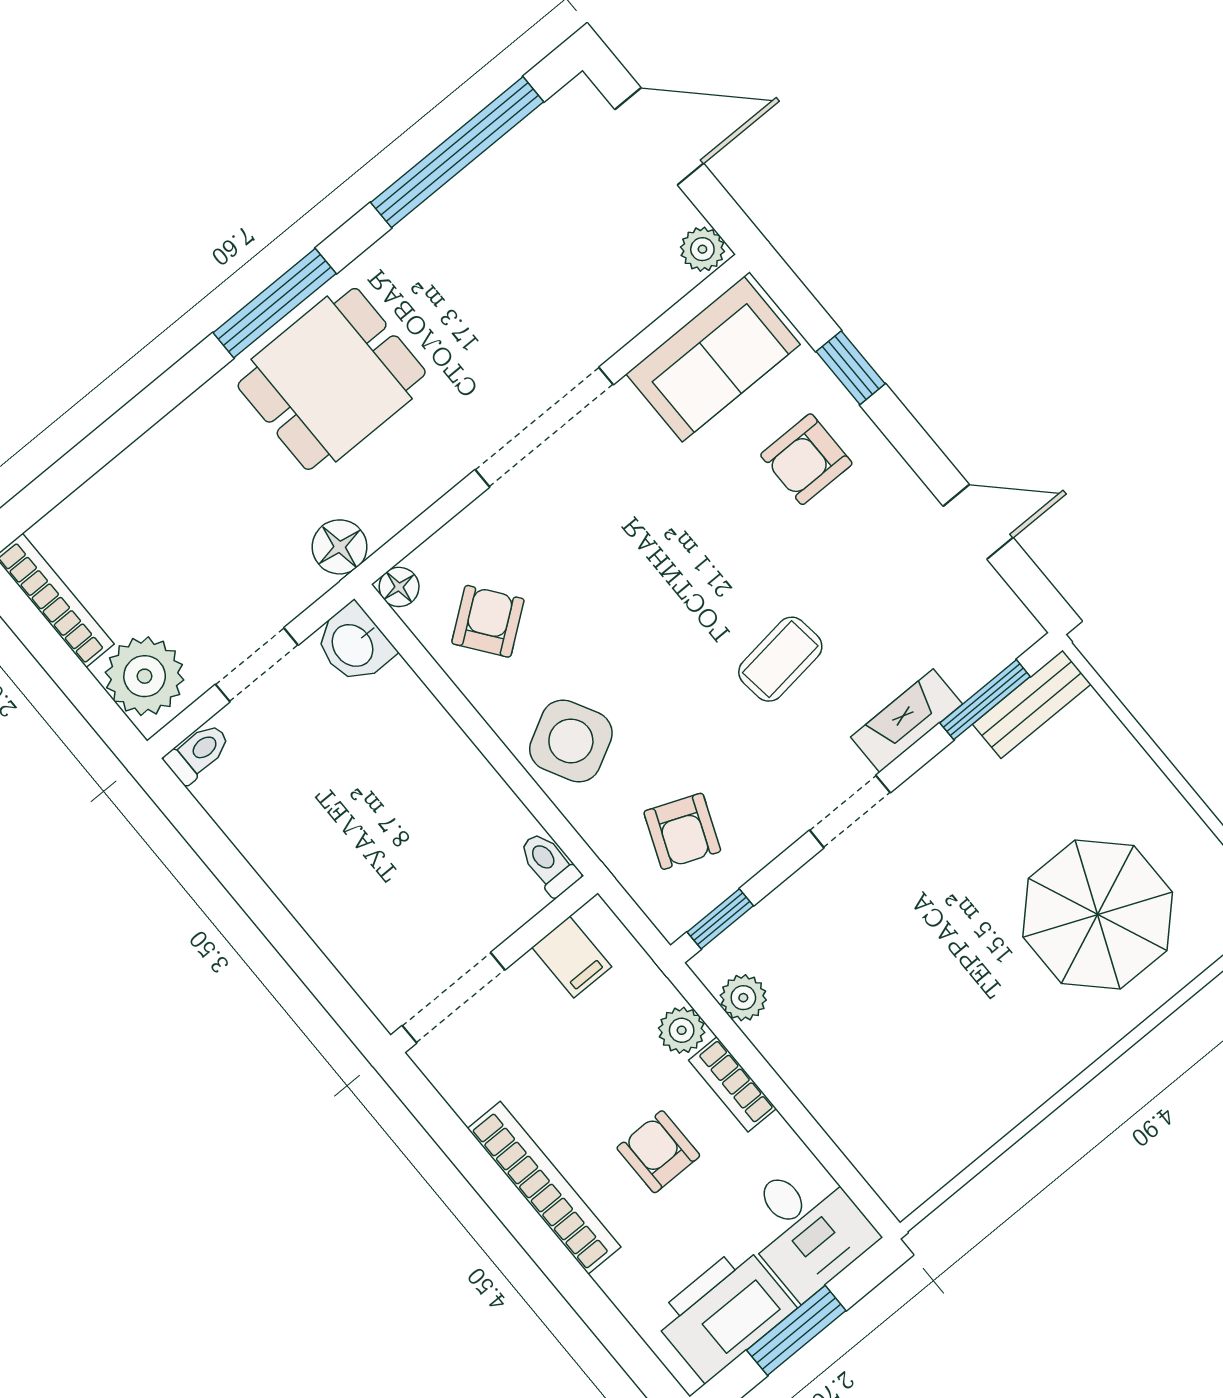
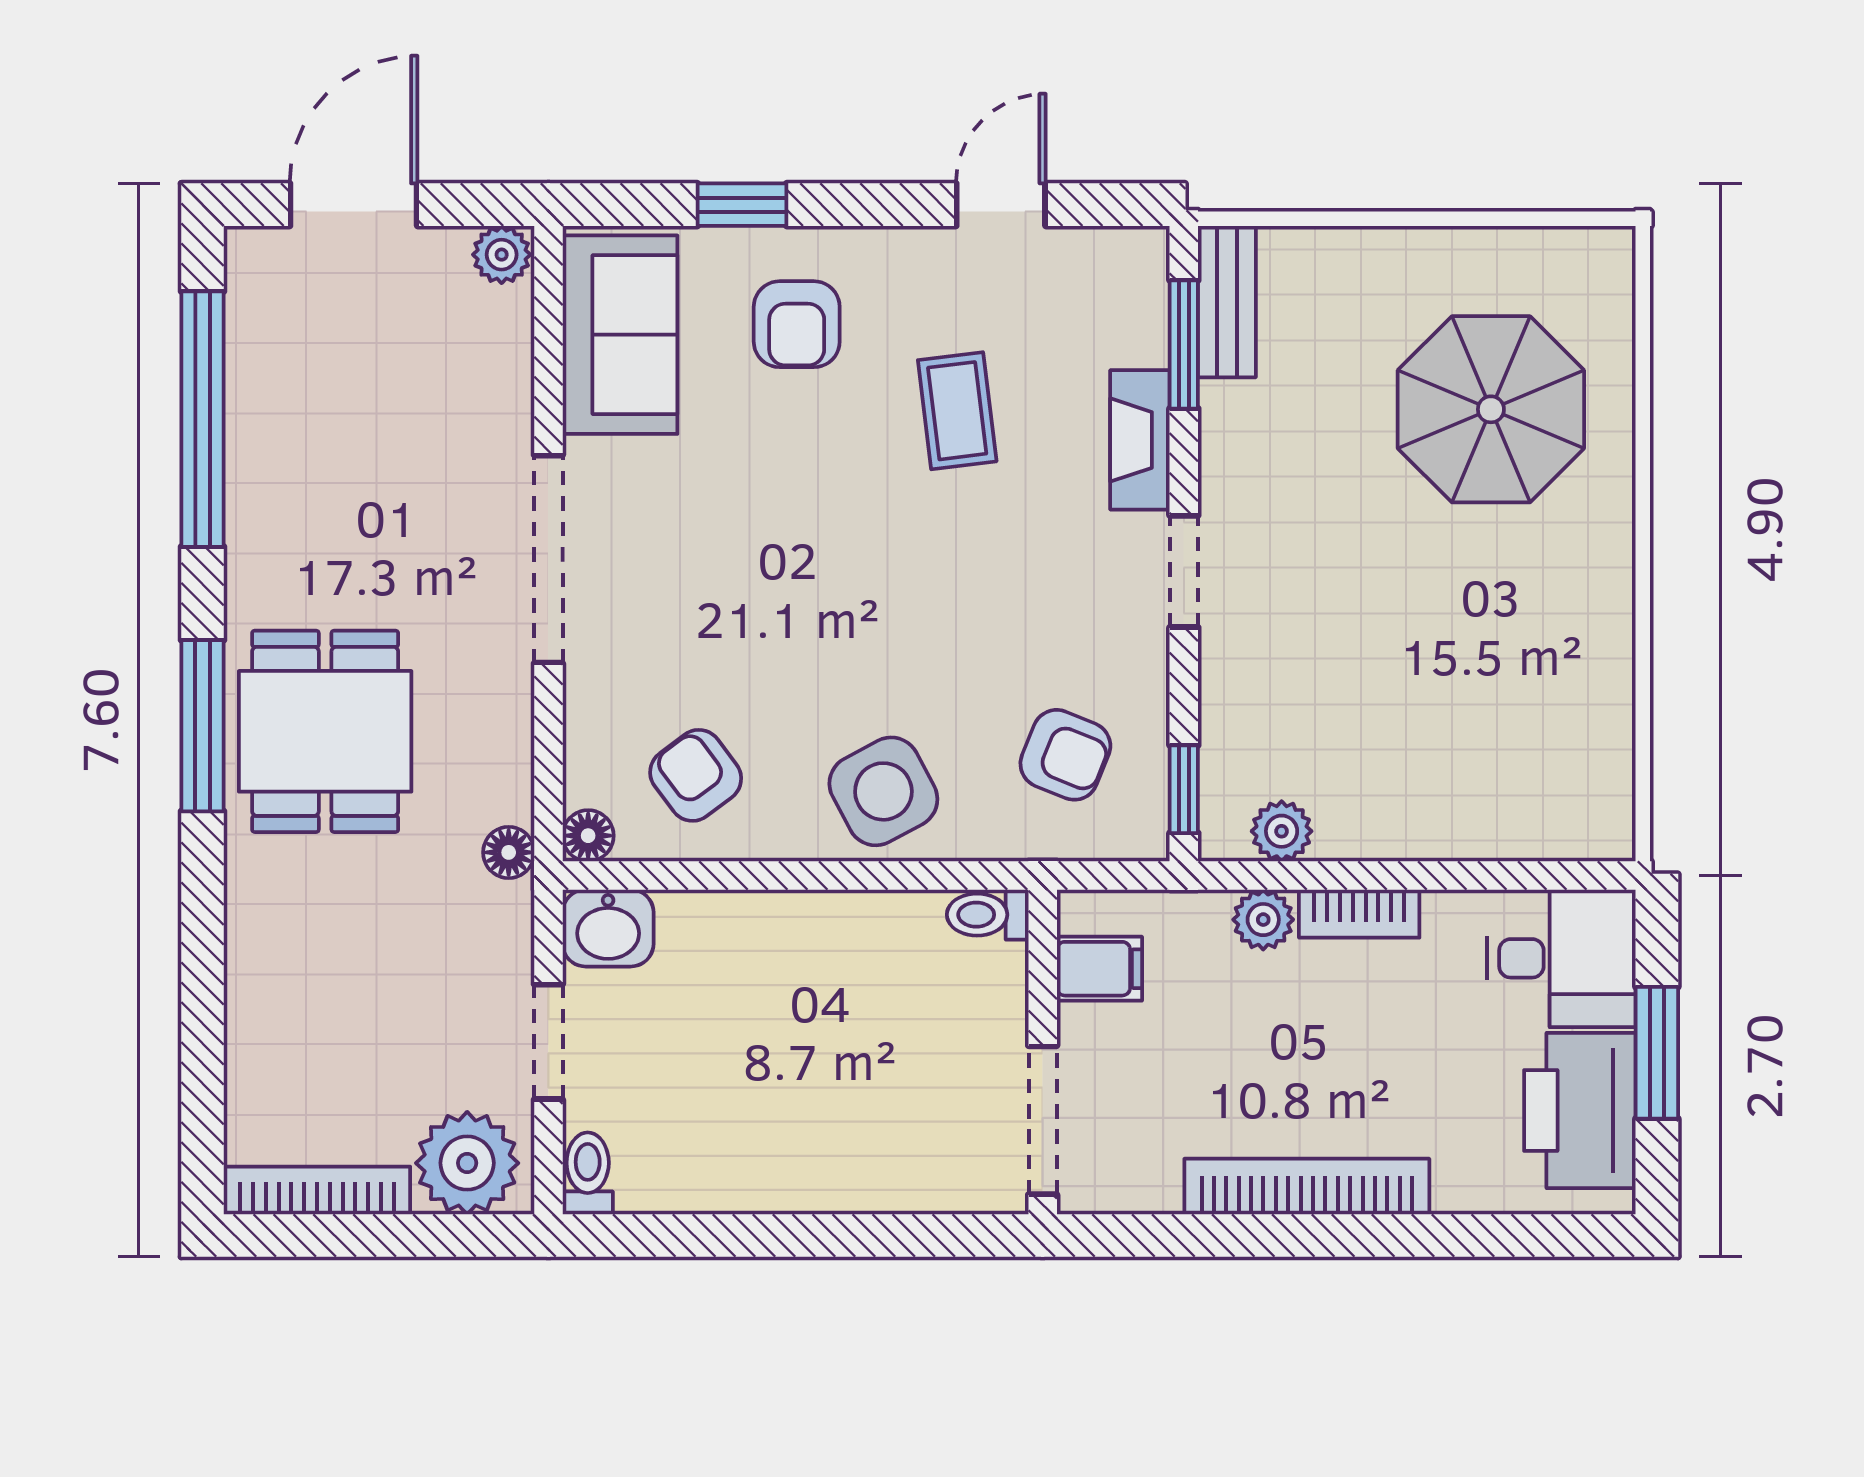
floor lamp: (340, 547) -> (509, 852), width x0.73, depth x0.73
coffee table: (780, 659) -> (957, 411), moved
armchair: (658, 1152) -> (1365, 1043), removed

